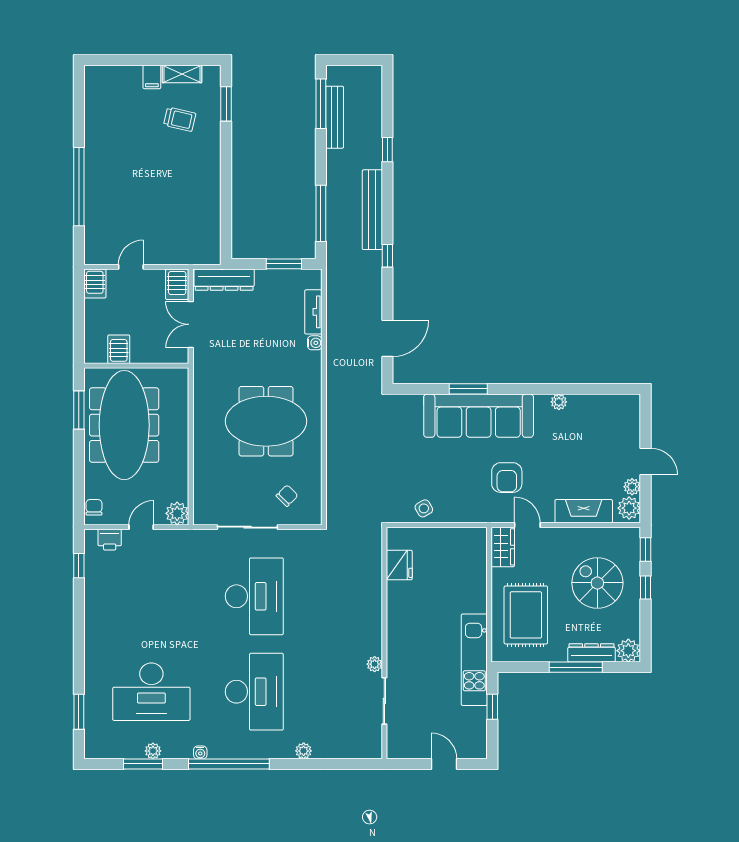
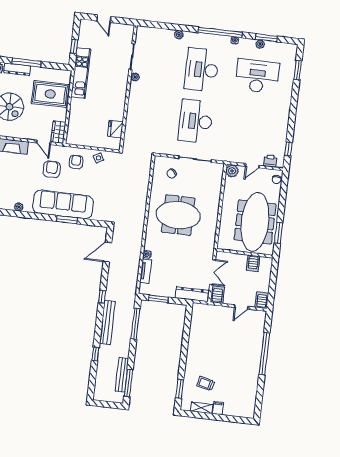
armchair: (464, 496) -> (76, 162), added
rug: (526, 615) -> (50, 94), turned 90

